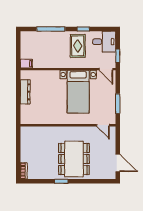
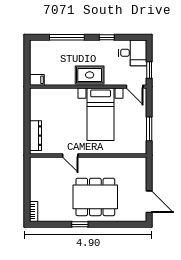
rug: (78, 46) -> (90, 75), moved, turned 90
dresser: (25, 92) -> (35, 136), moved
door: (103, 125) -> (70, 155), moved
dining table: (74, 159) -> (95, 197), turned 90

